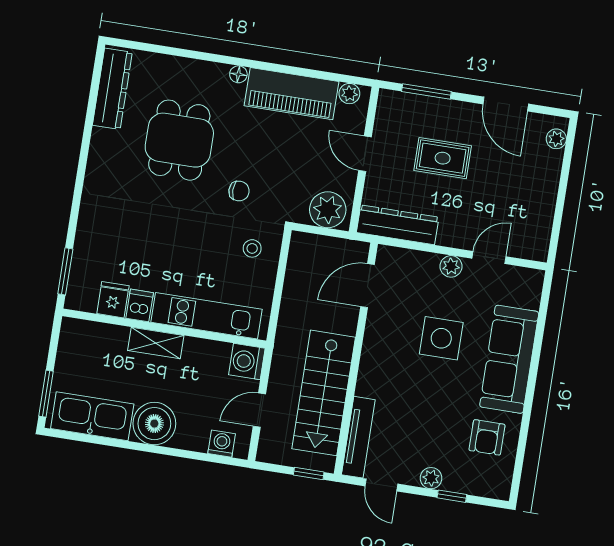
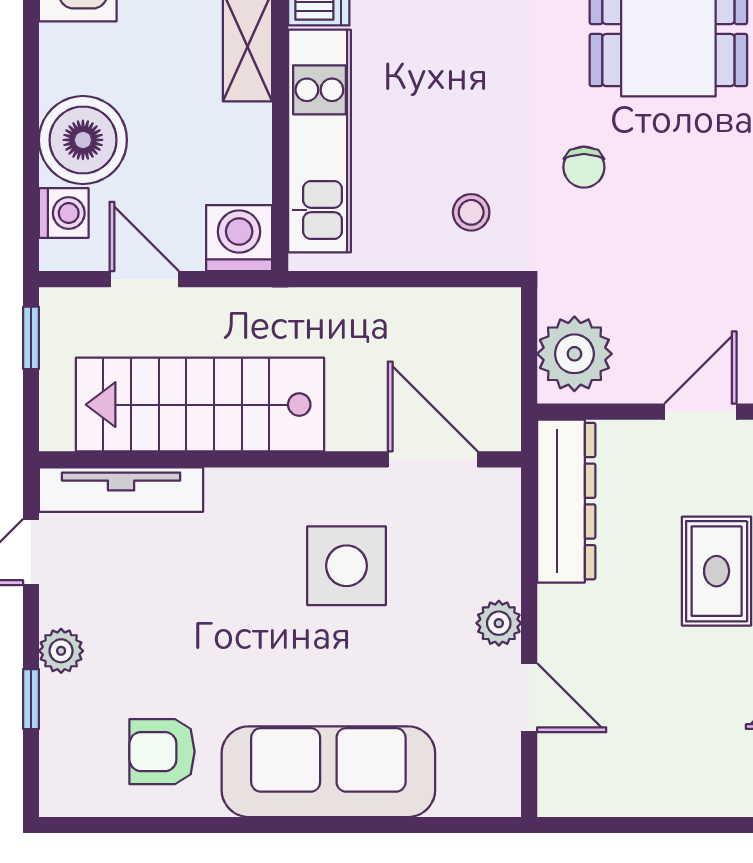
side table: (441, 338) -> (346, 566), moved
boiler: (154, 424) -> (83, 140), moved
window: (309, 474) -> (31, 338), moved

